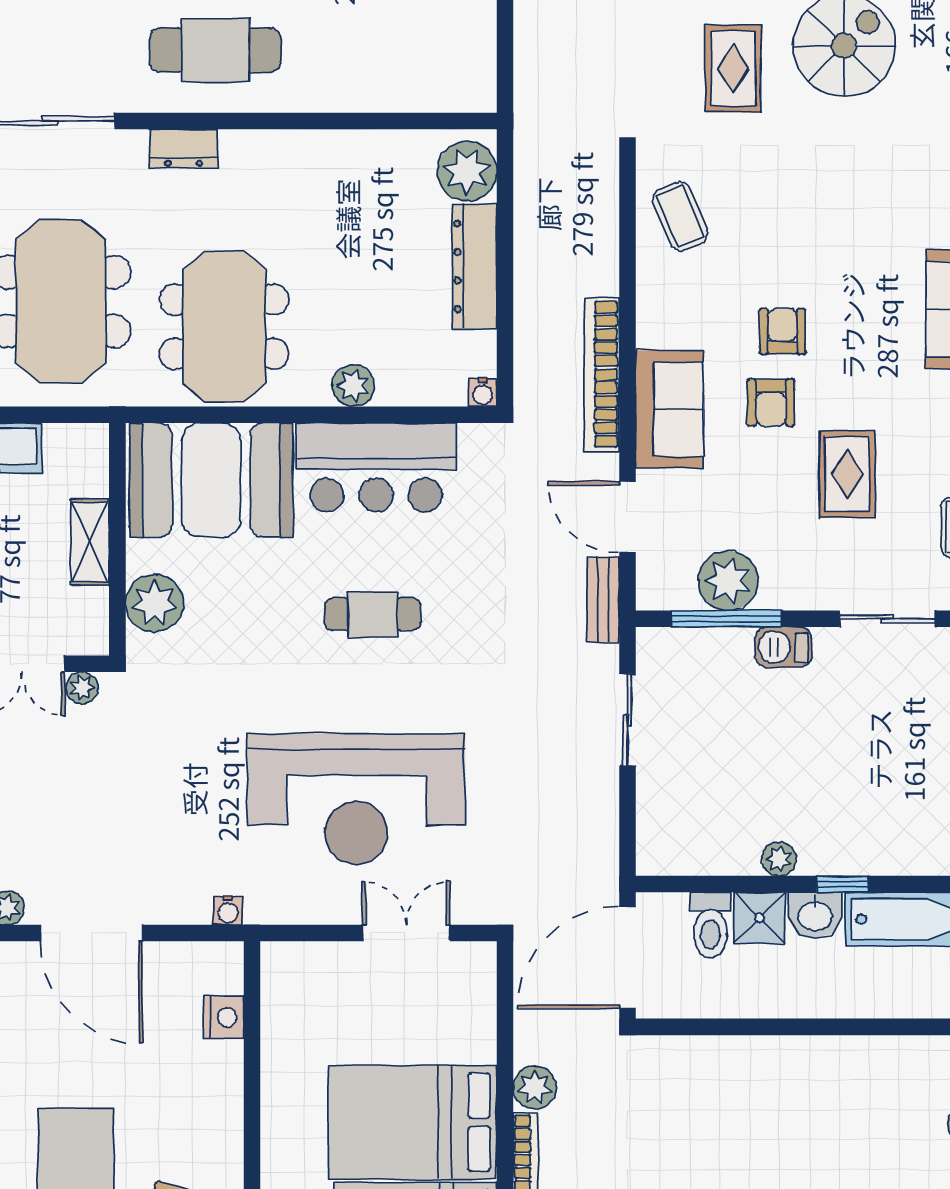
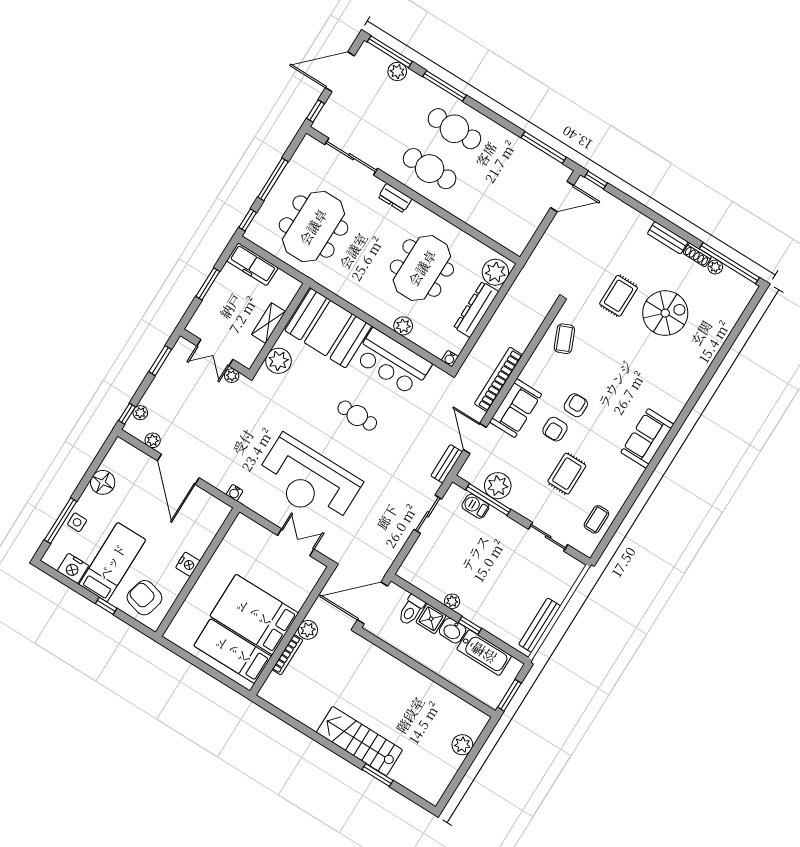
meeting table: (224, 327) -> (422, 268), moved
barbecue: (783, 647) -> (475, 506), moved
nightstand: (224, 1017) -> (188, 564), moved

